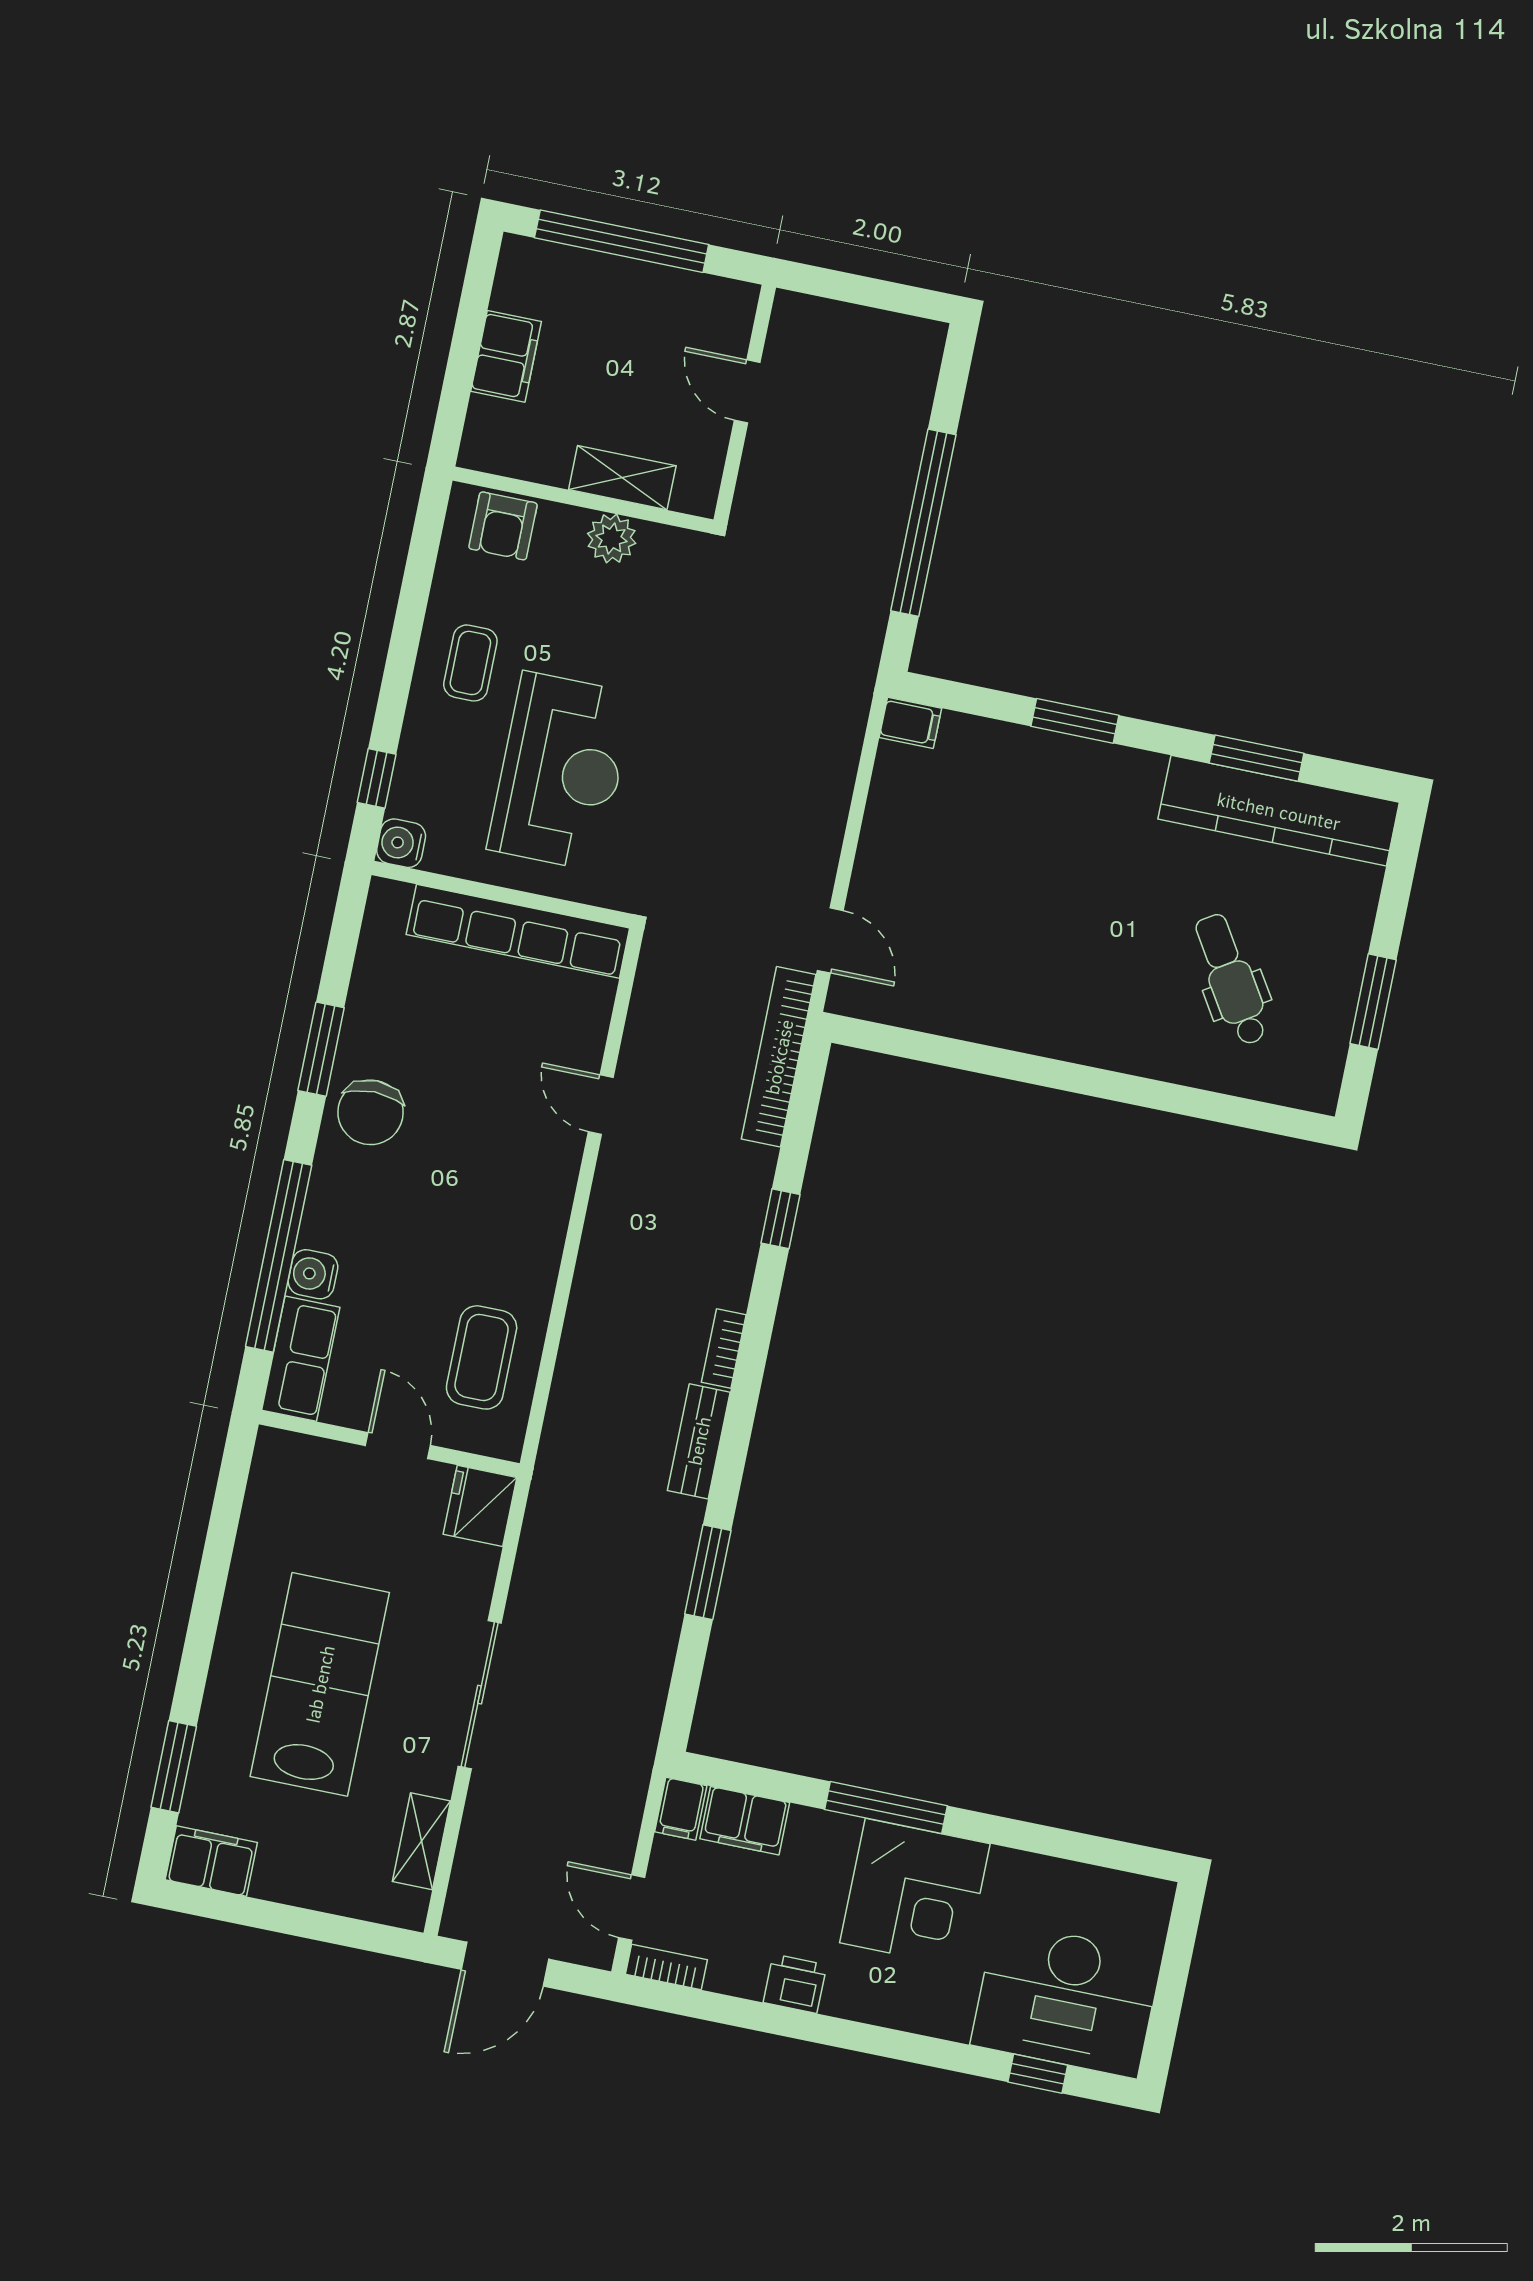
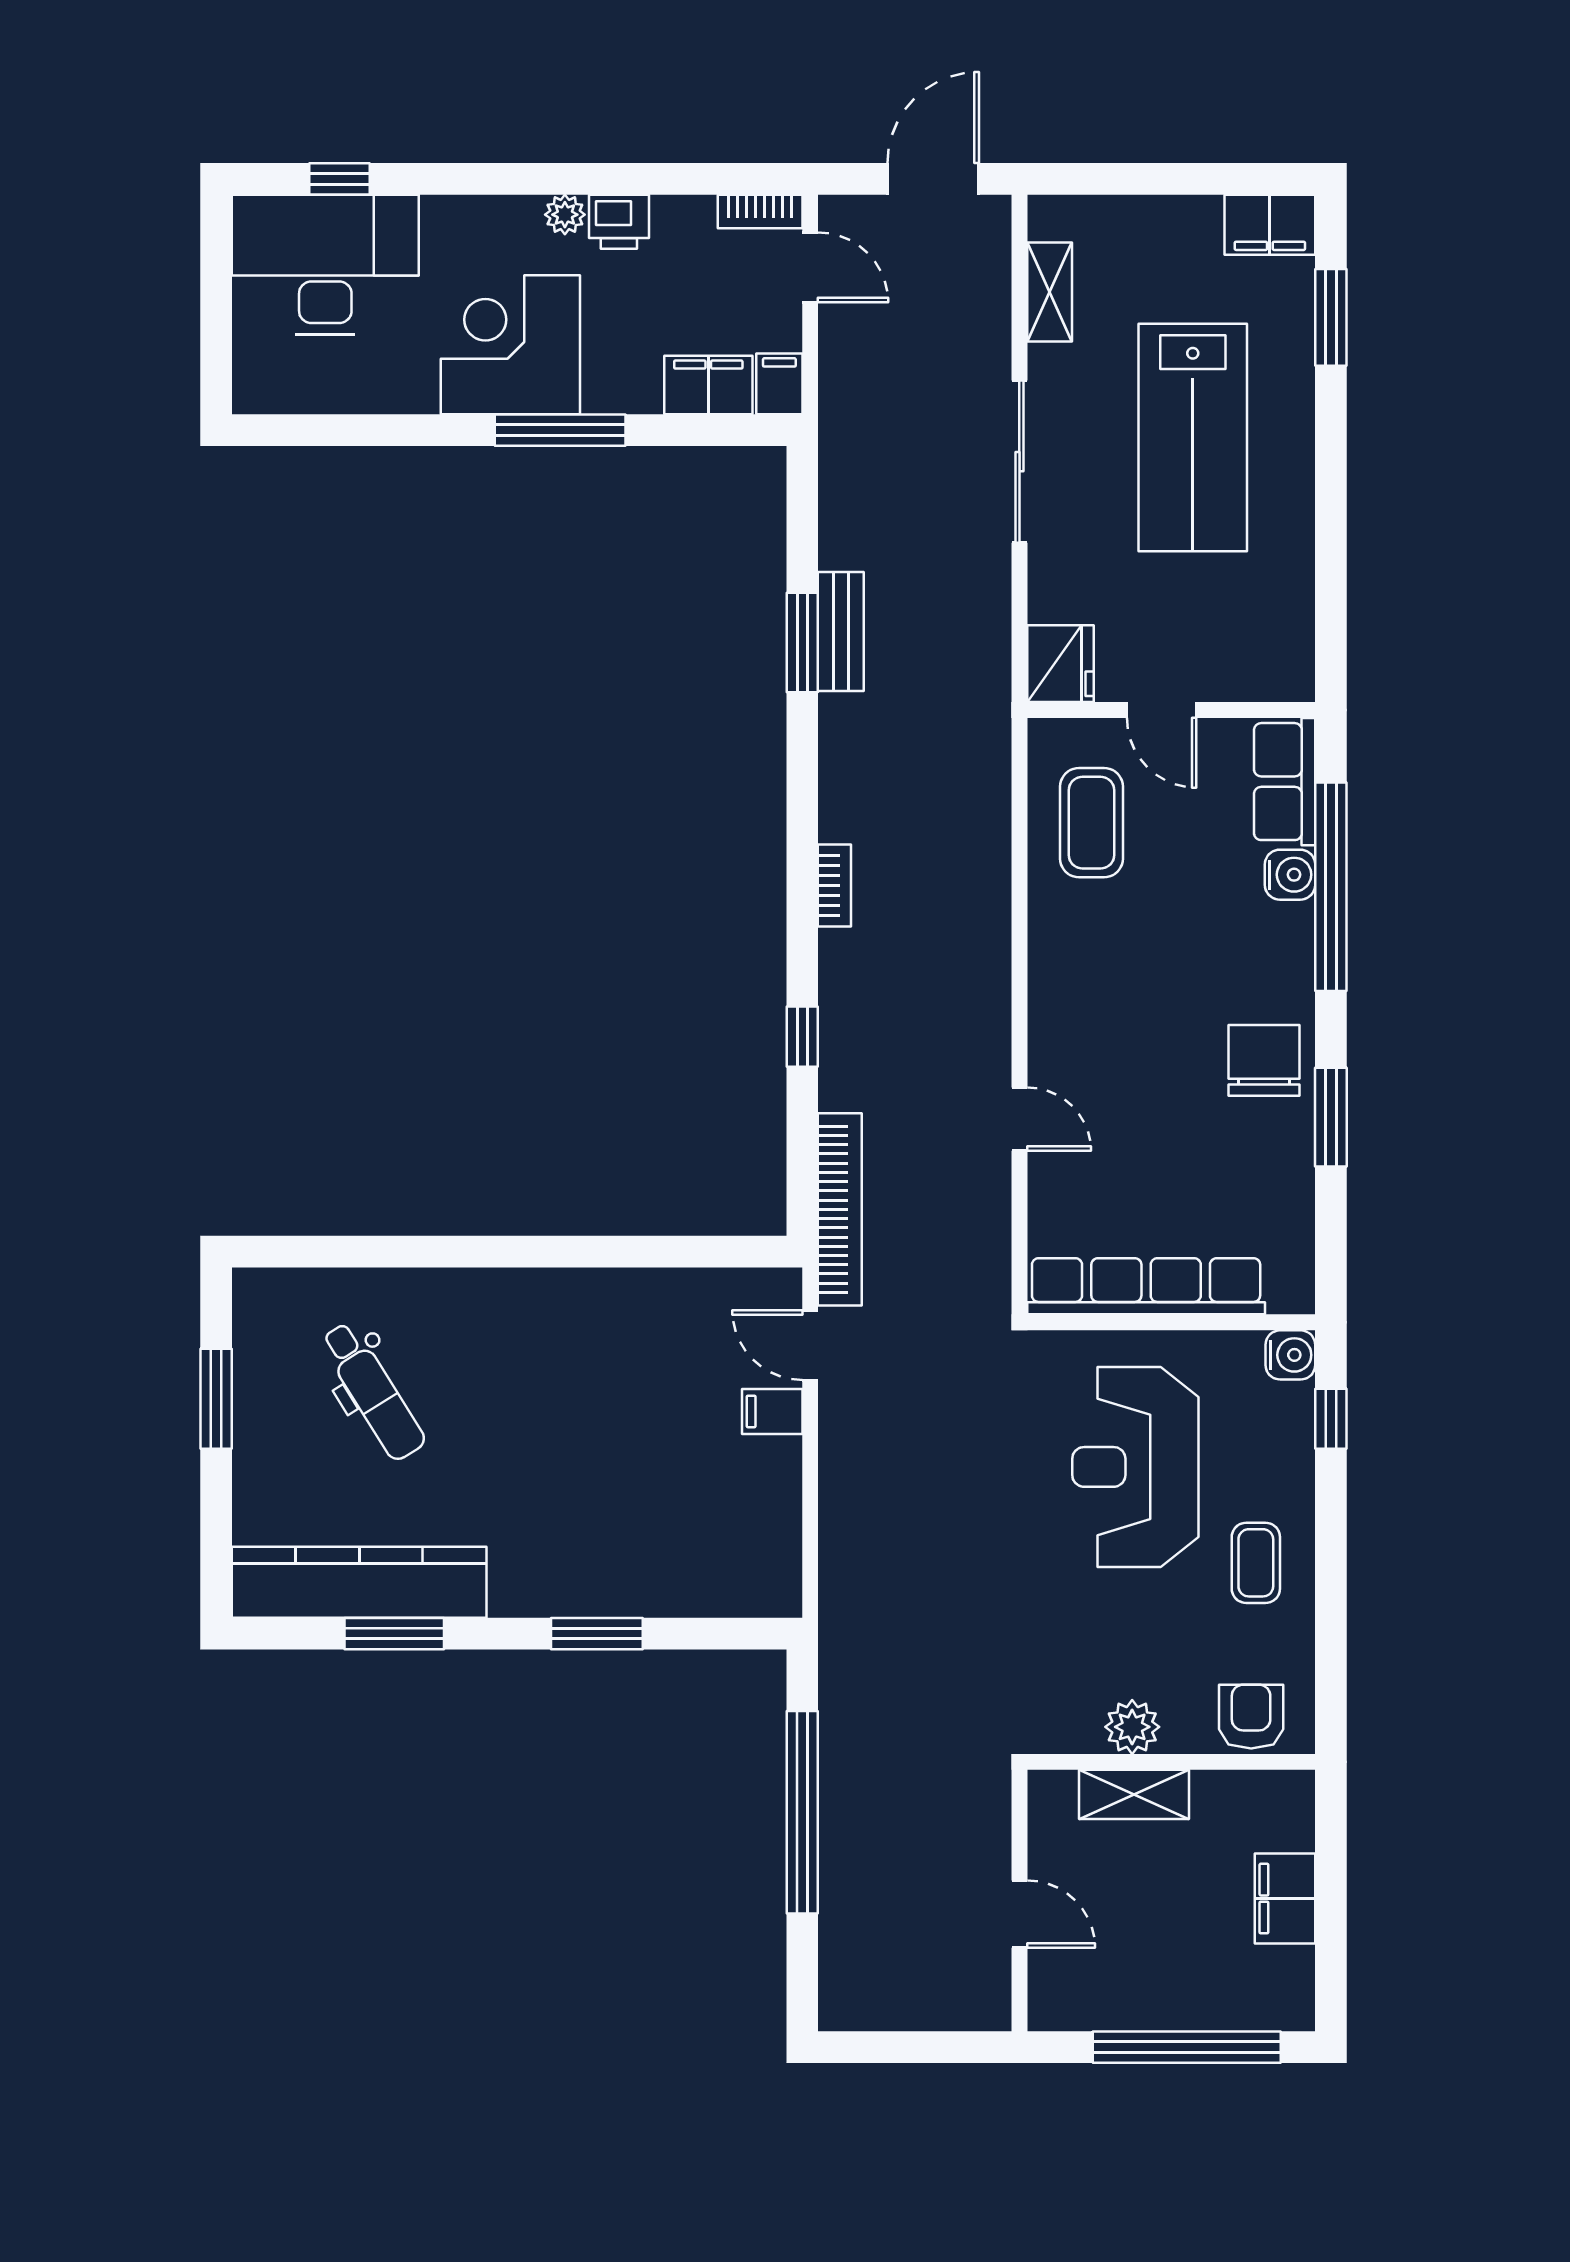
filing cabinet: (910, 723) -> (772, 1411), moved
bench: (699, 1441) -> (841, 632), moved
plant: (842, 2000) -> (565, 215), added

